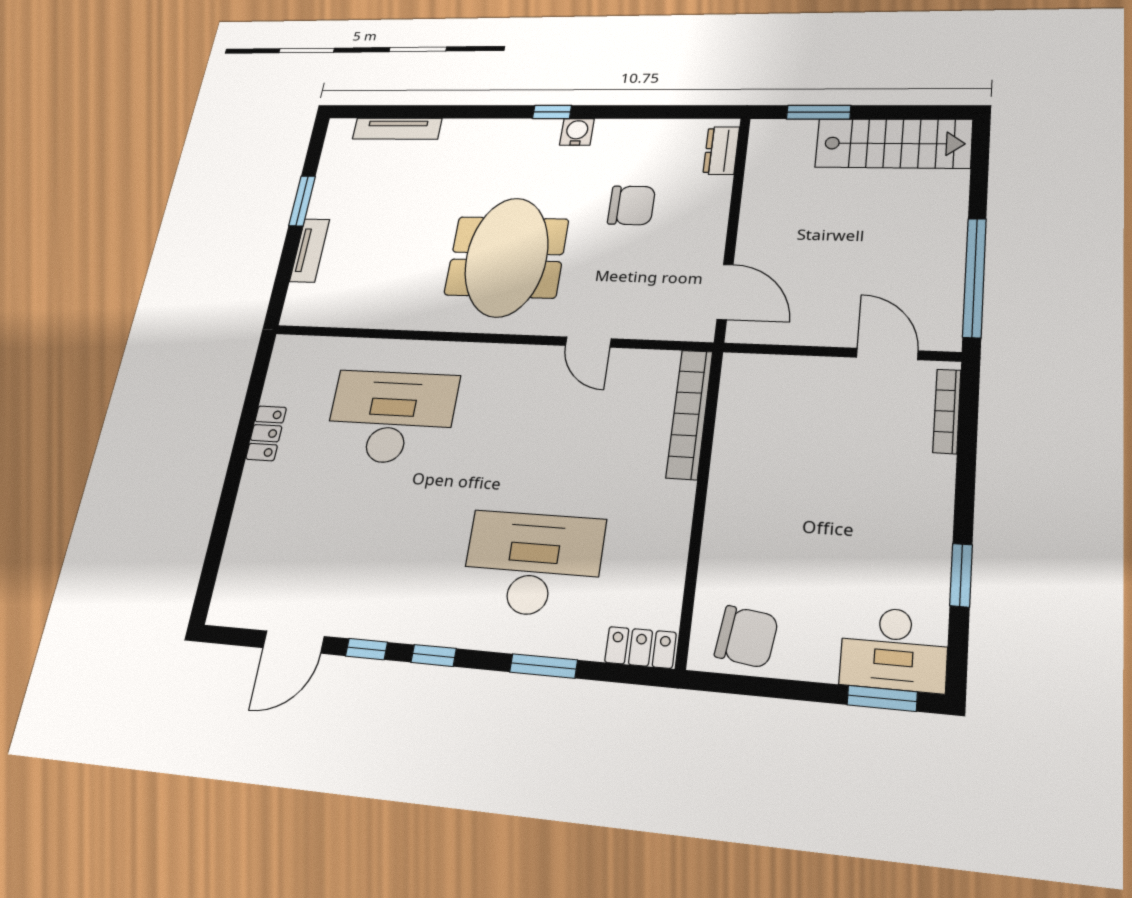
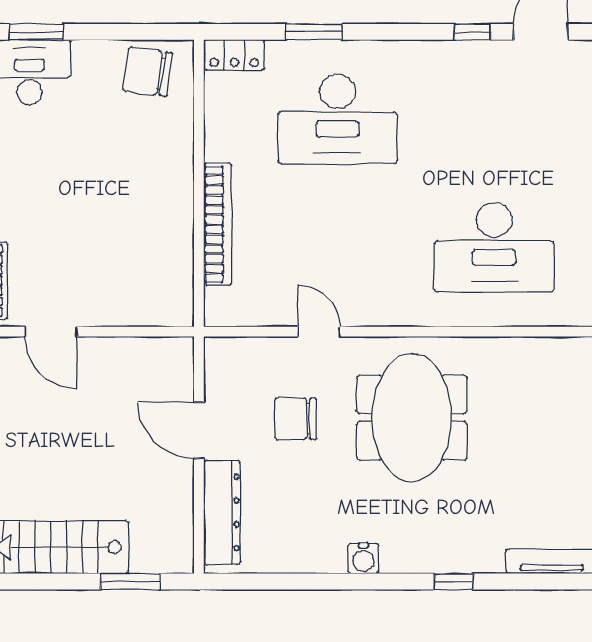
window: (552, 112) -> (453, 582), moved
dresser: (721, 151) -> (222, 513), width x1.96, depth x1.24
chair: (631, 205) -> (296, 419), moved
door: (725, 292) -> (199, 430), moved
bookcase: (690, 414) -> (217, 224), moved
window: (434, 655) -> (411, 32), removed

